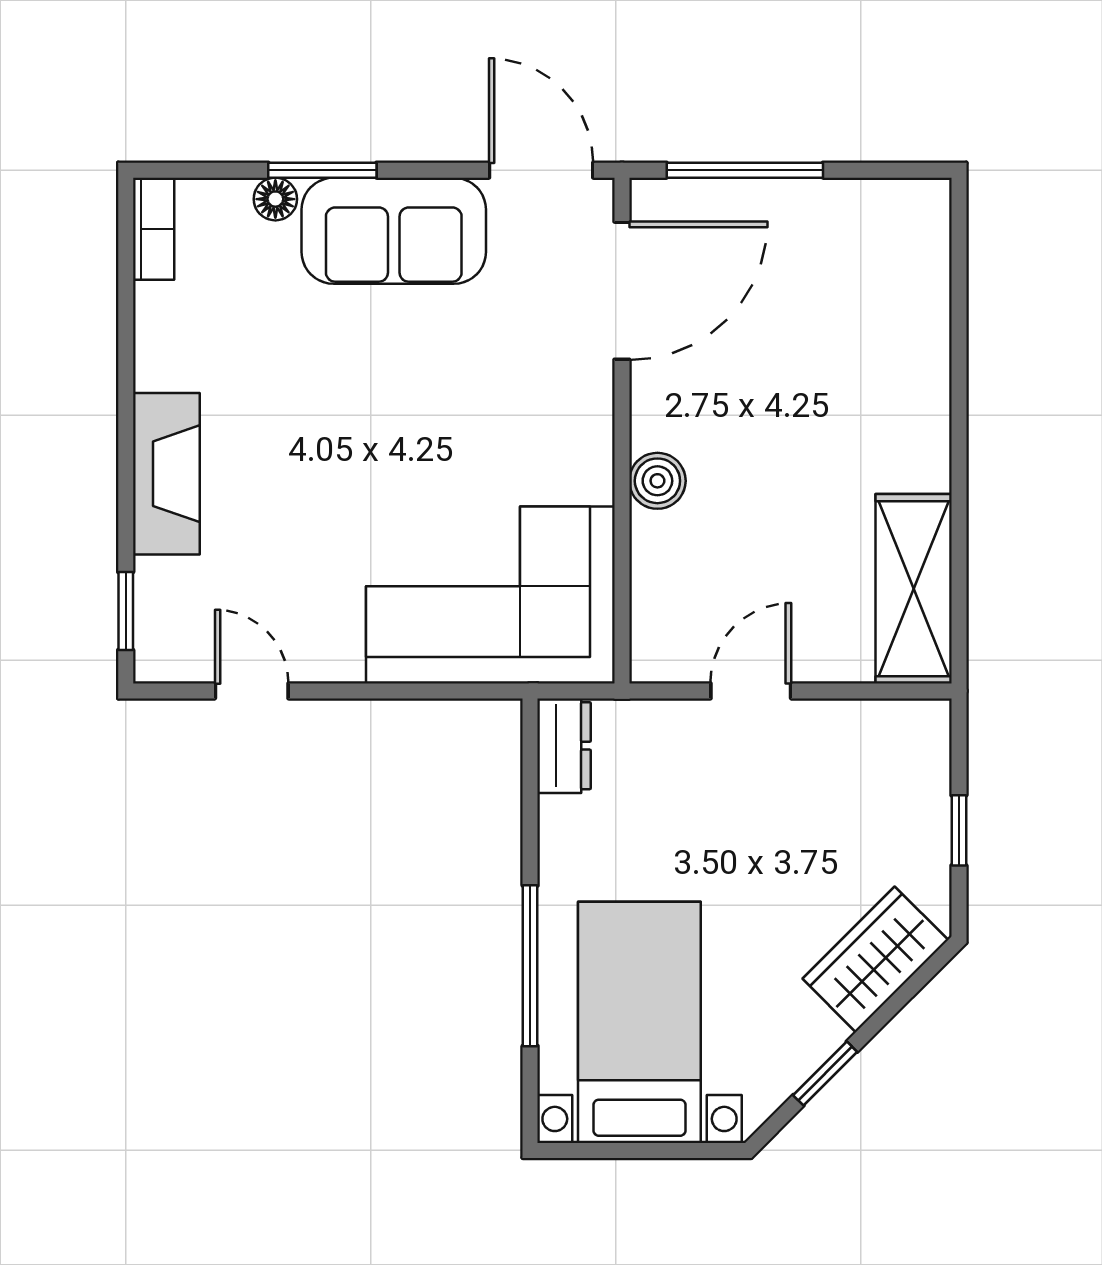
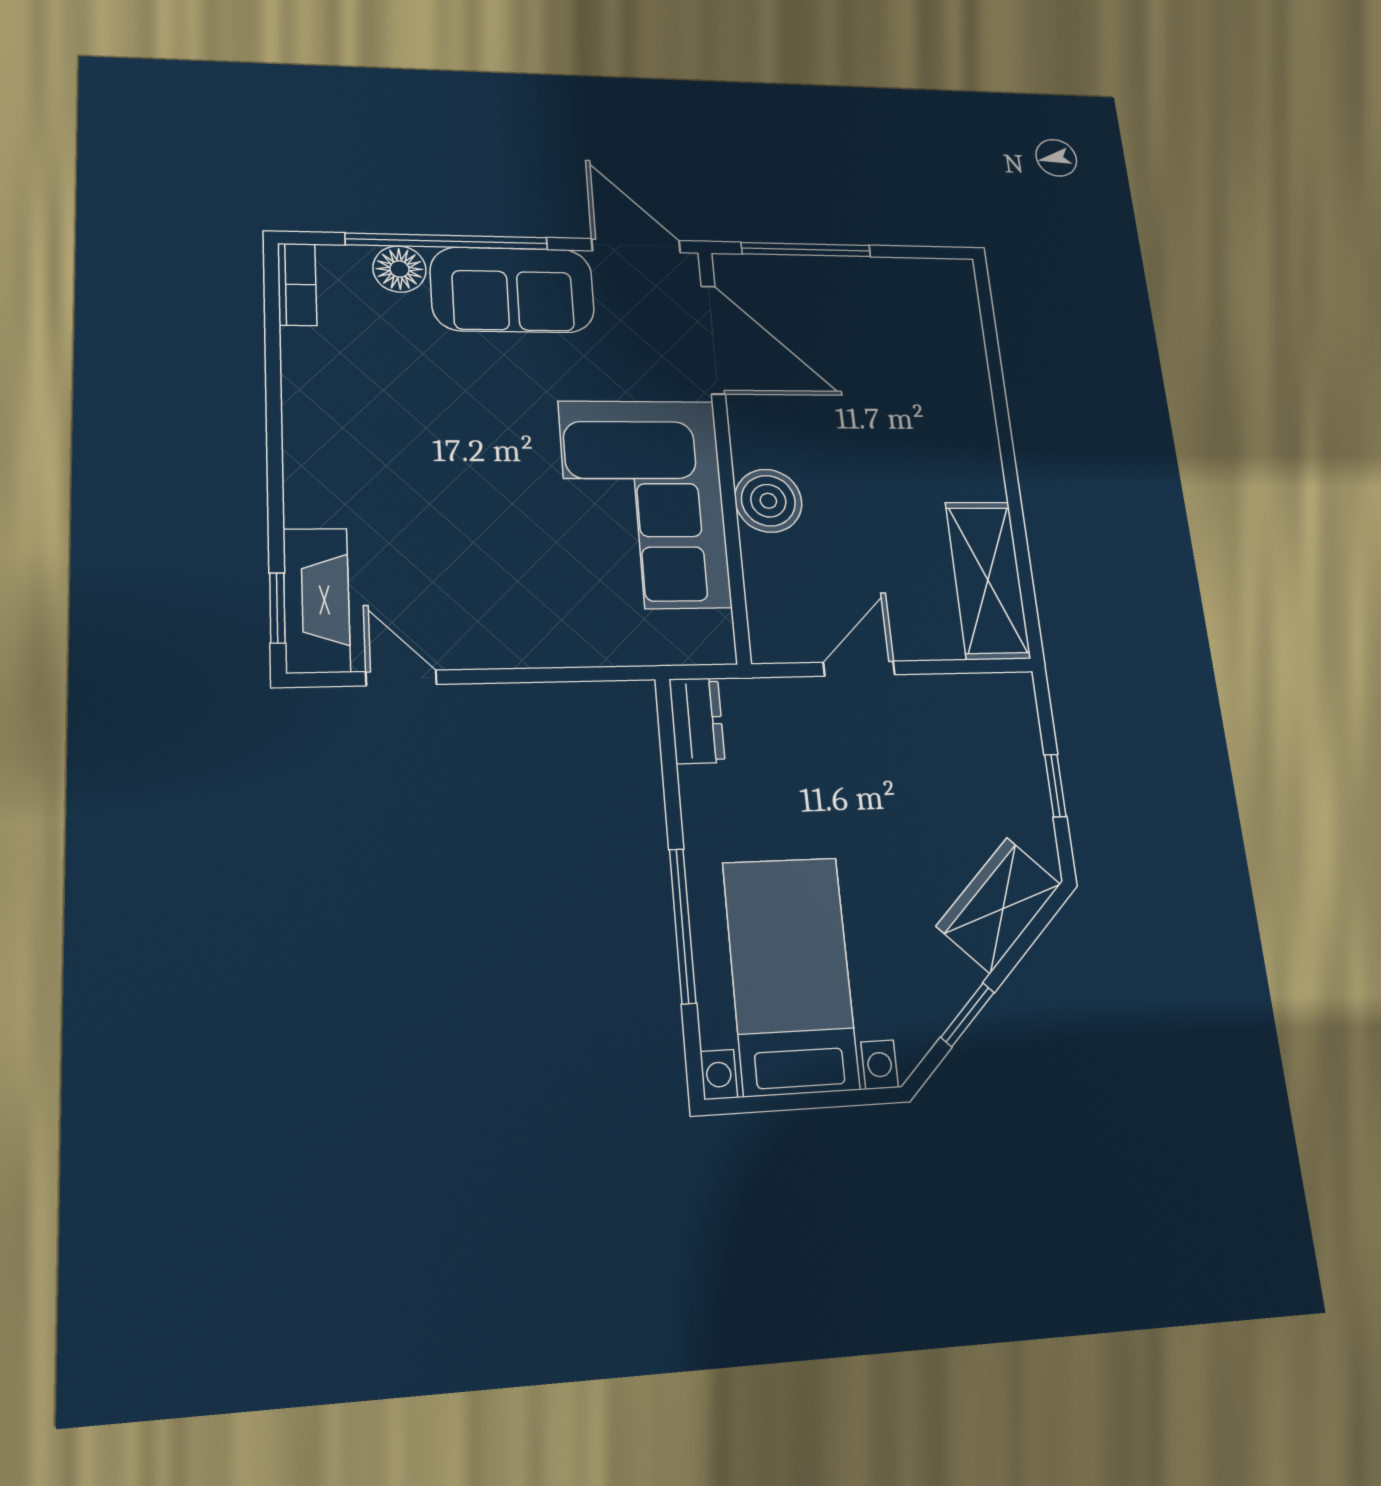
window: (322, 170) -> (447, 241), width x2.11
floor lamp: (275, 199) -> (399, 269), width x1.37, depth x1.37
door: (622, 291) -> (713, 340), hinge flipped
fireplace: (166, 474) -> (316, 600), moved
boiler: (657, 481) -> (768, 501), width x1.36, depth x1.36
corner sofa: (490, 595) -> (644, 503), moved, turned -90

